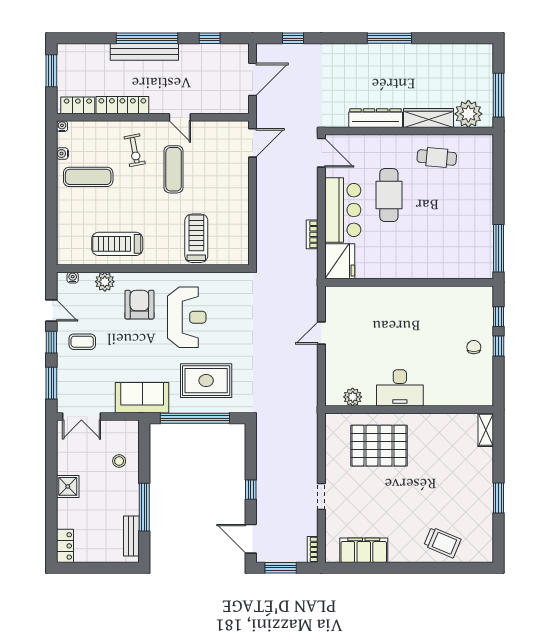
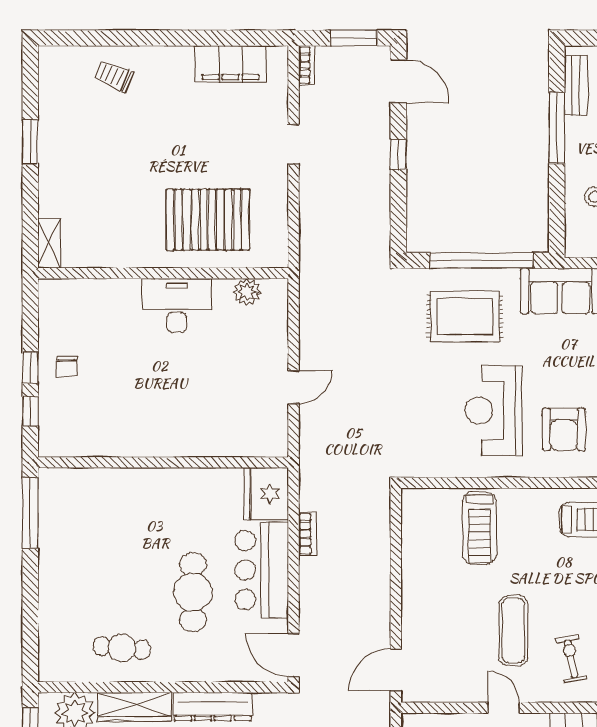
trolley: (442, 542) -> (114, 76), width x0.73, depth x0.72

